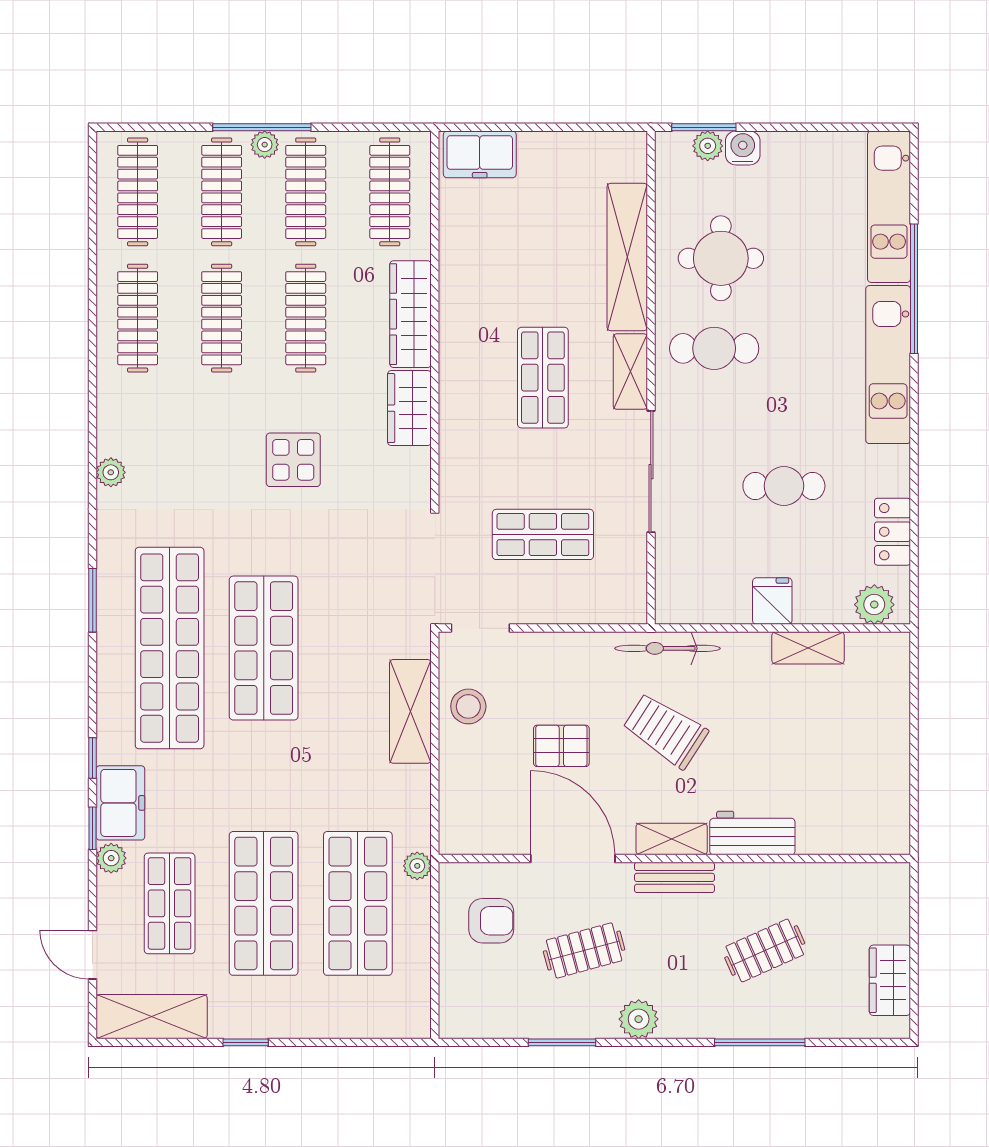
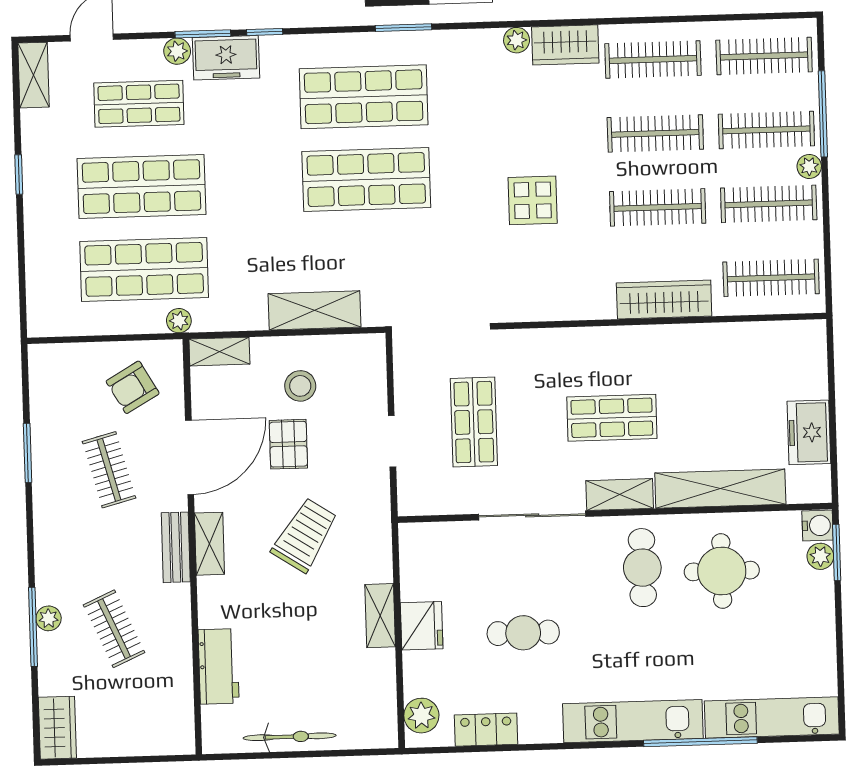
window: (262, 127) -> (823, 114), moved
water cooler: (743, 148) -> (818, 525), moved
freezer: (480, 154) -> (809, 432), moved
wardrobe: (409, 408) -> (565, 45), moved, turned 180
cafe table: (784, 486) -> (523, 633), turned 90
fridge: (772, 601) -> (422, 626), width x1.38
doorway: (480, 628) -> (392, 441), moved
shop shelf: (170, 648) -> (364, 97), width x0.71
bicycle: (667, 648) -> (290, 737), moved, turned 90
shelving: (808, 648) -> (380, 616), moved
stool: (468, 706) -> (300, 386), moved
shelving: (454, 821) -> (219, 352), added
window: (93, 828) -> (203, 34), width x1.50
workbench: (752, 833) -> (219, 666), moved
armchair: (491, 921) -> (133, 387), turned 60
wardrobe: (890, 980) -> (57, 728), moved, turned 90
shelving: (152, 1017) -> (33, 75), width x0.67, depth x0.75
plant: (639, 1019) -> (48, 618), moved, width x0.73, depth x0.73

